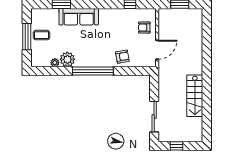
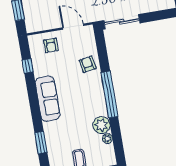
sofa: (79, 17) -> (48, 99), moved
sliding door: (154, 117) -> (122, 22), moved

